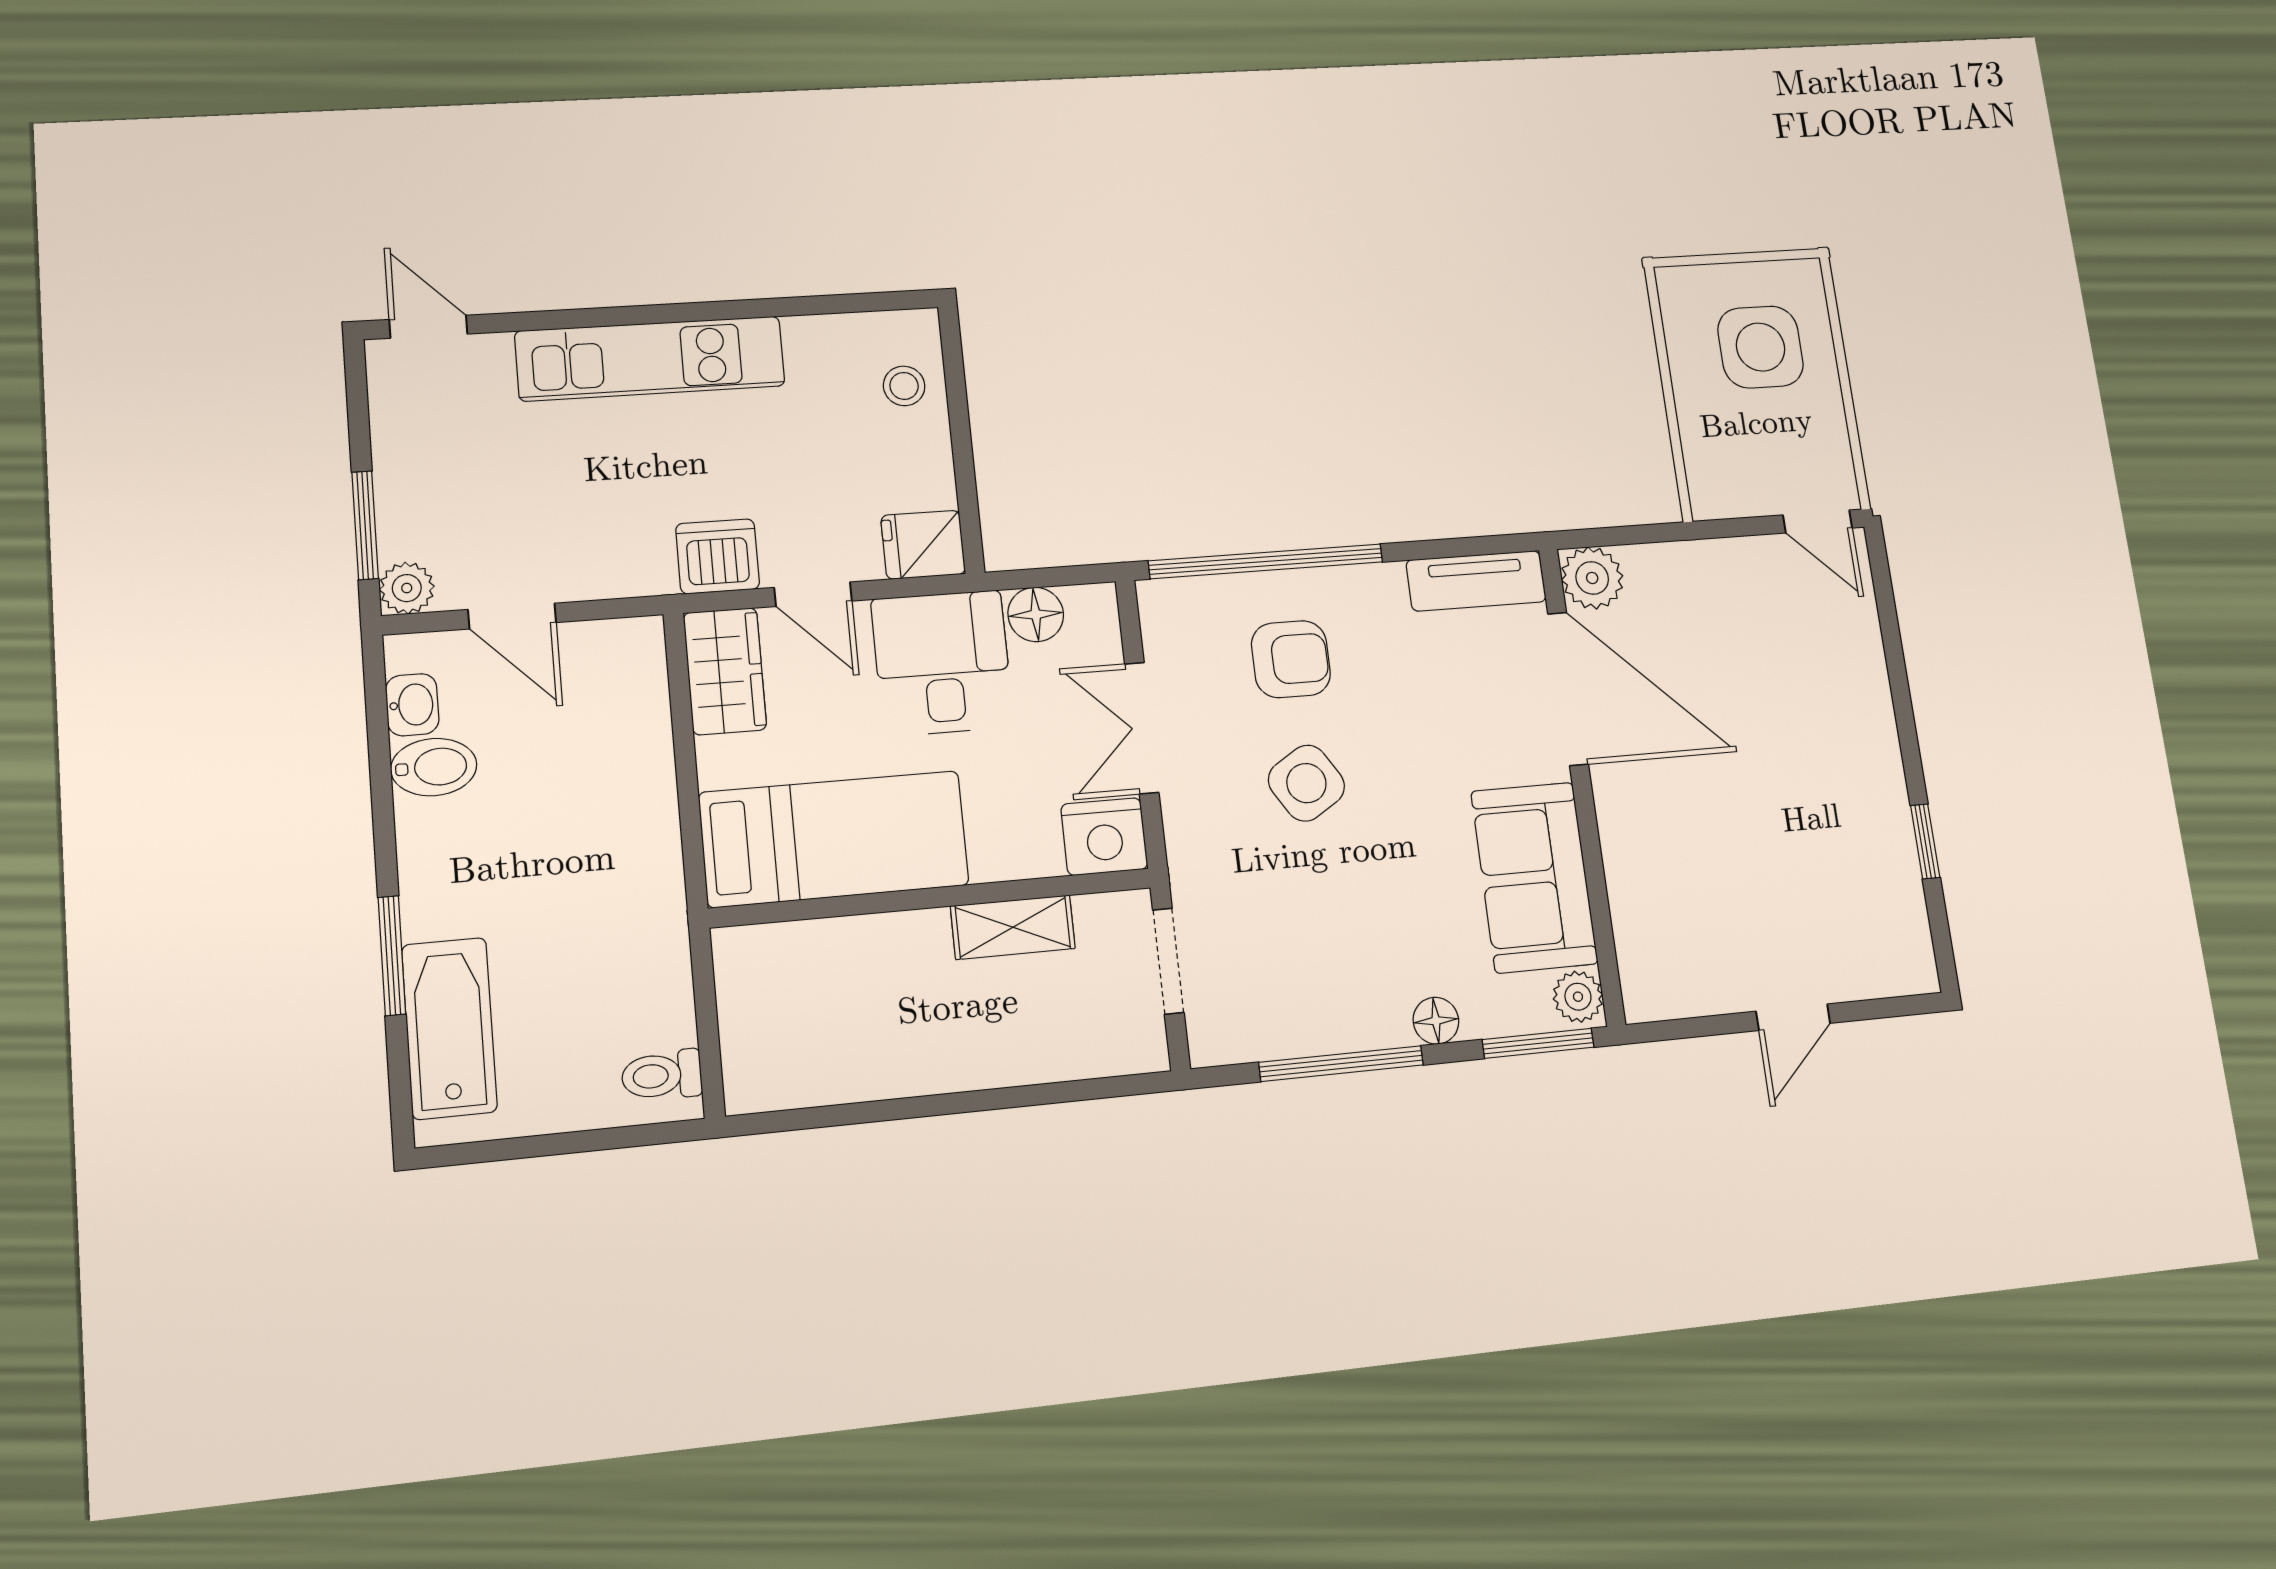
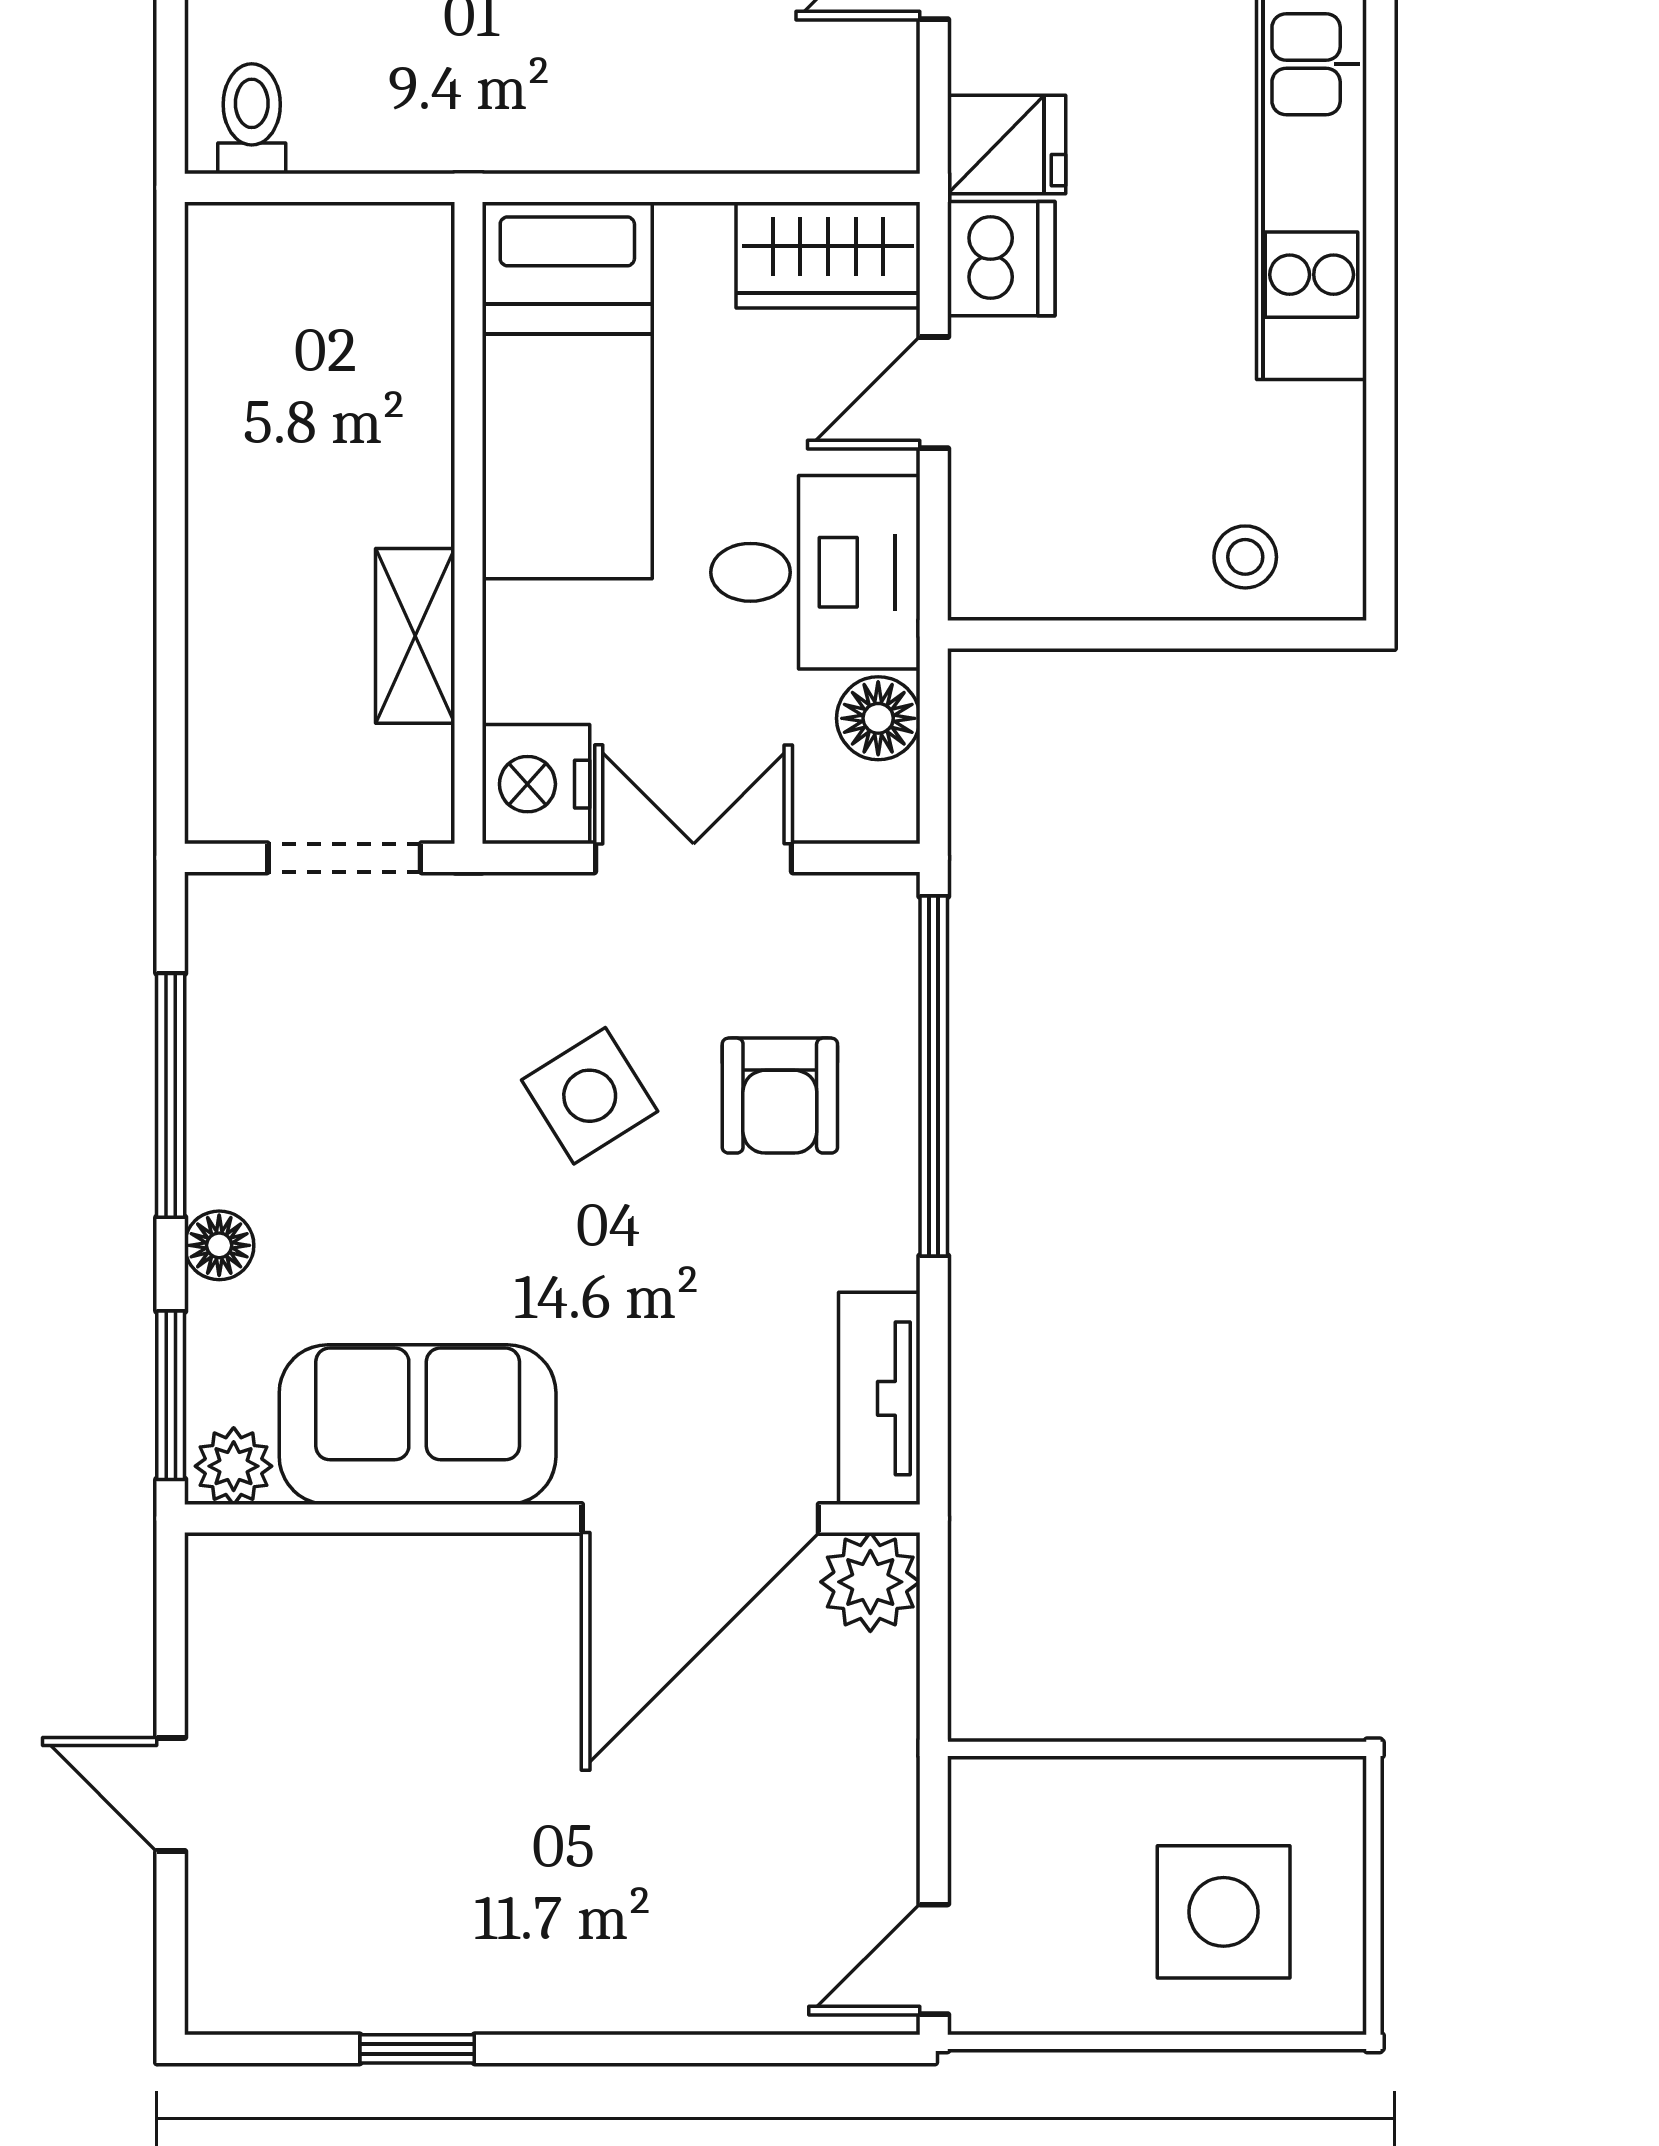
fridge: (923, 545) -> (1007, 144), moved, turned 90

